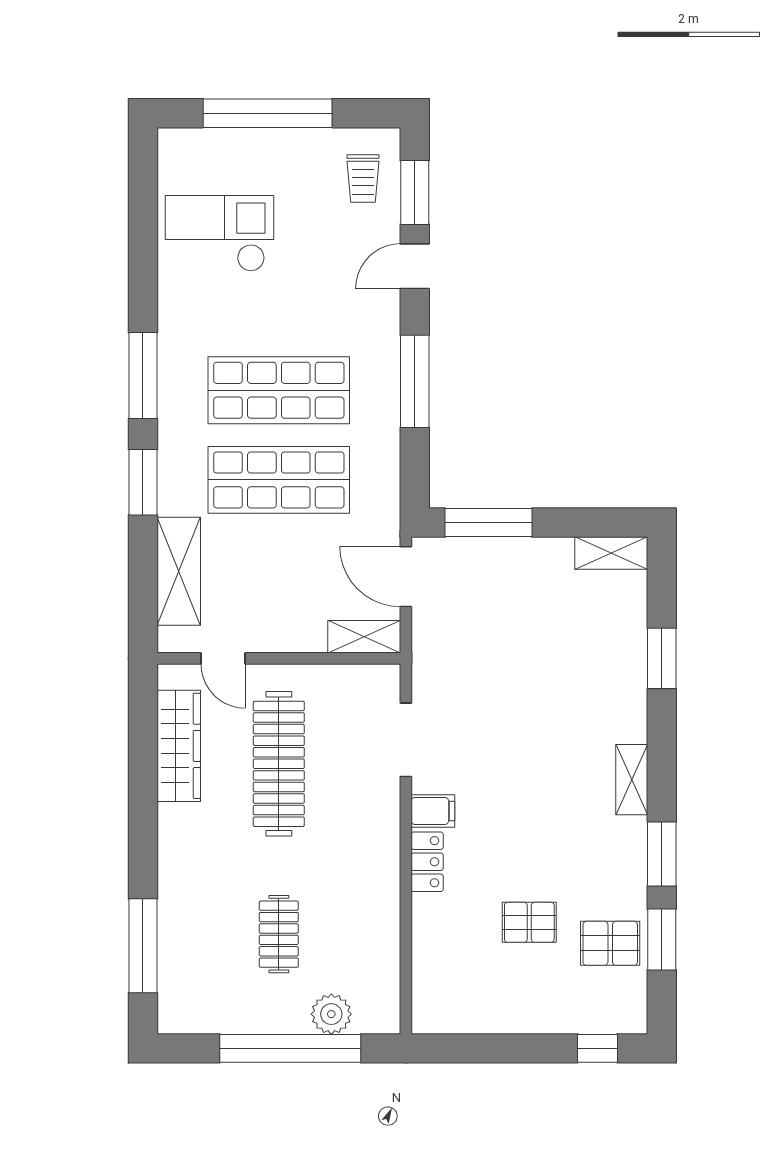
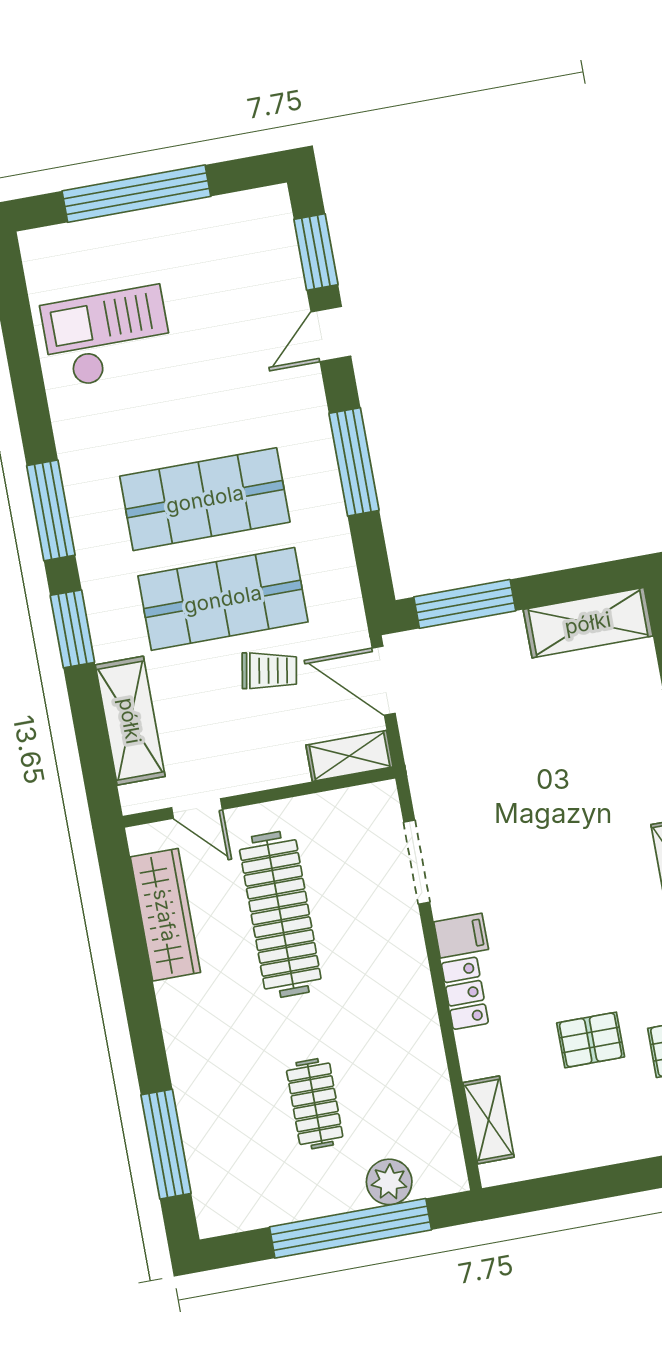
trolley: (363, 178) -> (269, 671), moved, turned -80
shelving: (611, 553) -> (588, 623), width x1.50, depth x1.33
shelving: (428, 976) -> (488, 1120), added

